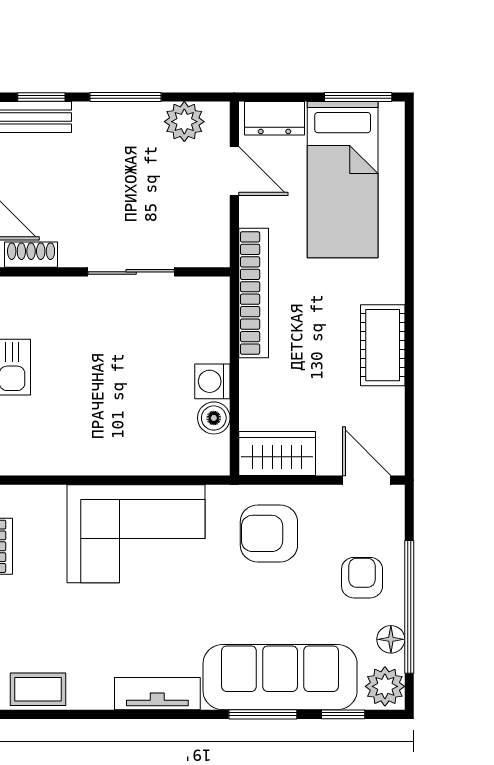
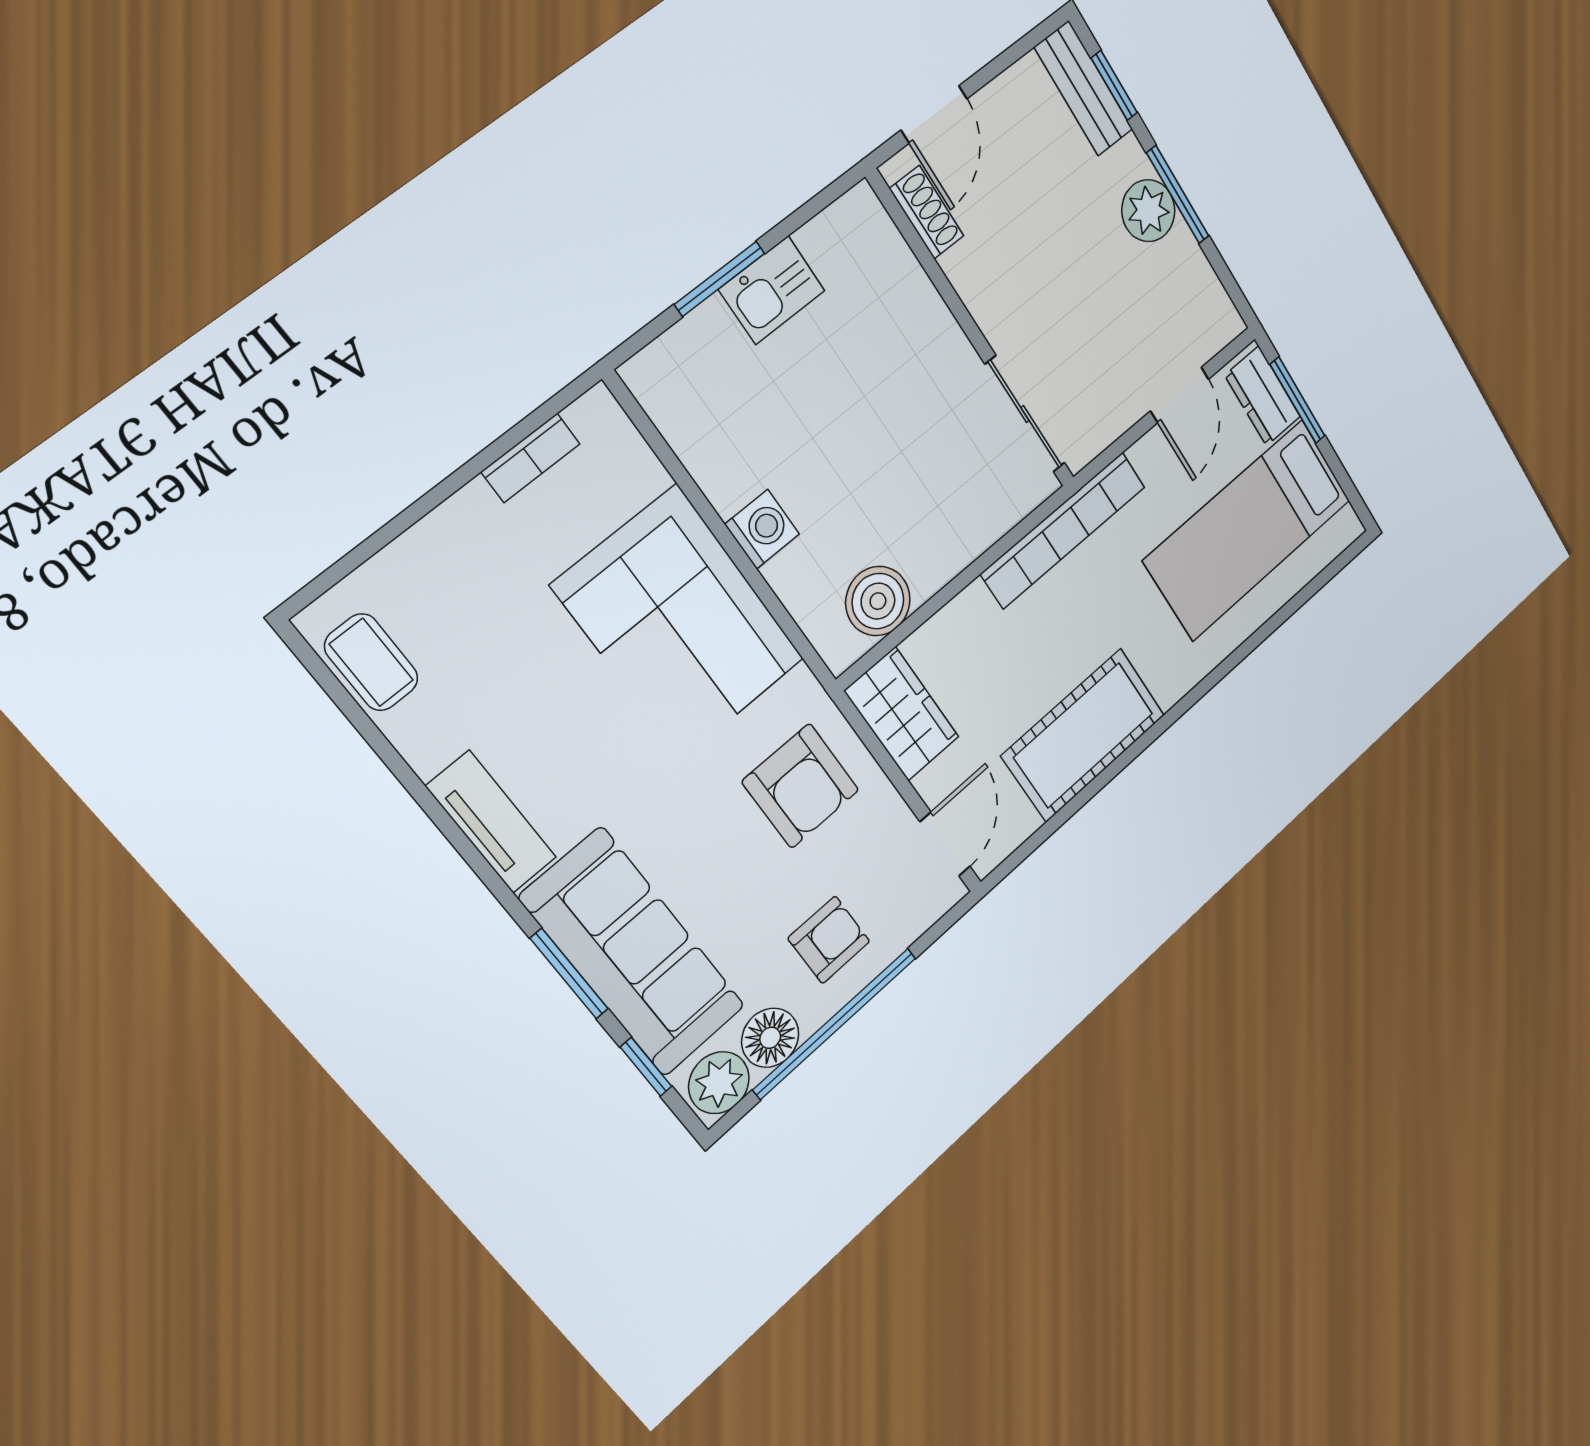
window: (358, 97) -> (1297, 400), moved
plant: (184, 122) -> (1148, 211), moved
sliding door: (131, 272) -> (1025, 414), moved
cot: (383, 345) -> (1084, 735), width x1.37, depth x1.34
washing machine: (212, 381) -> (762, 529), moved, turned 90
boiler: (214, 418) -> (878, 601), width x1.36, depth x1.36
armchair: (269, 533) -> (801, 786), turned 180
floor lamp: (391, 639) -> (770, 1038), width x1.37, depth x1.37

